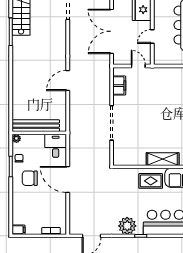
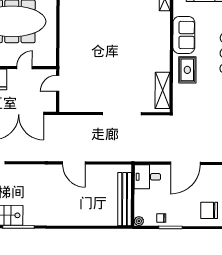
door: (152, 37) -> (25, 68), swing flipped
filing cabinet: (119, 86) -> (80, 105), removed
shelving: (163, 159) -> (163, 90), moved
chair: (30, 178) -> (209, 210), moved, turned 90

